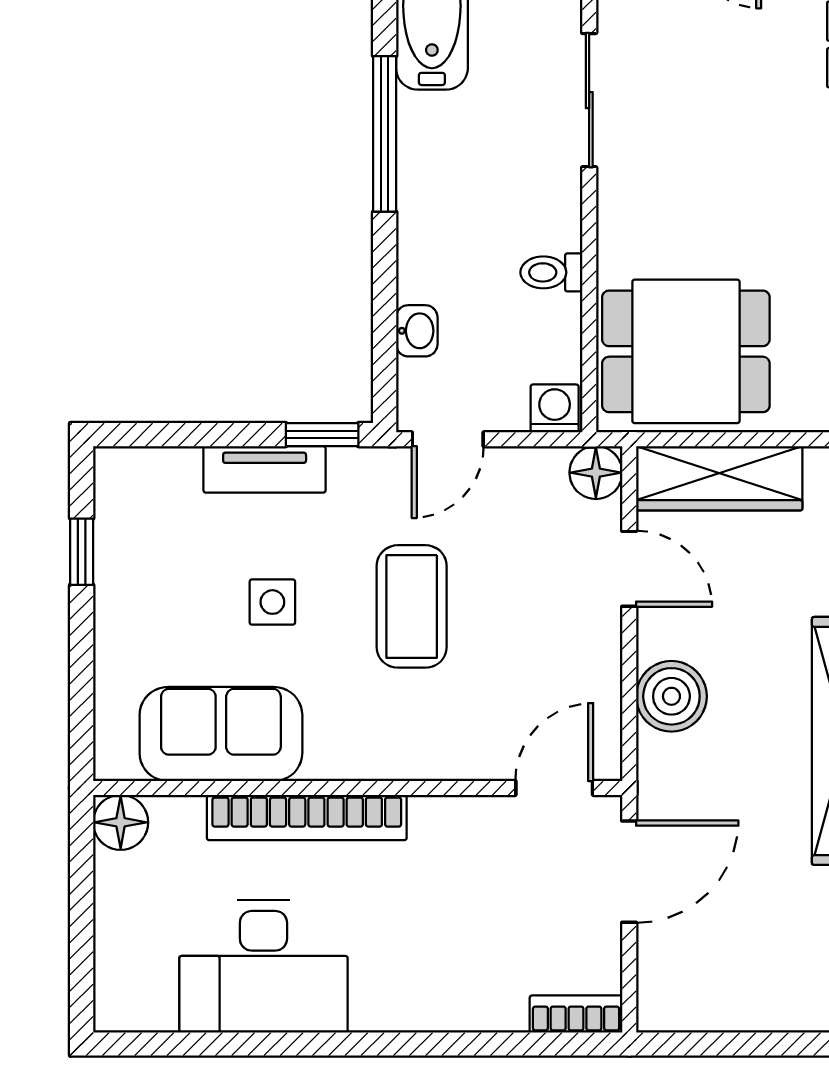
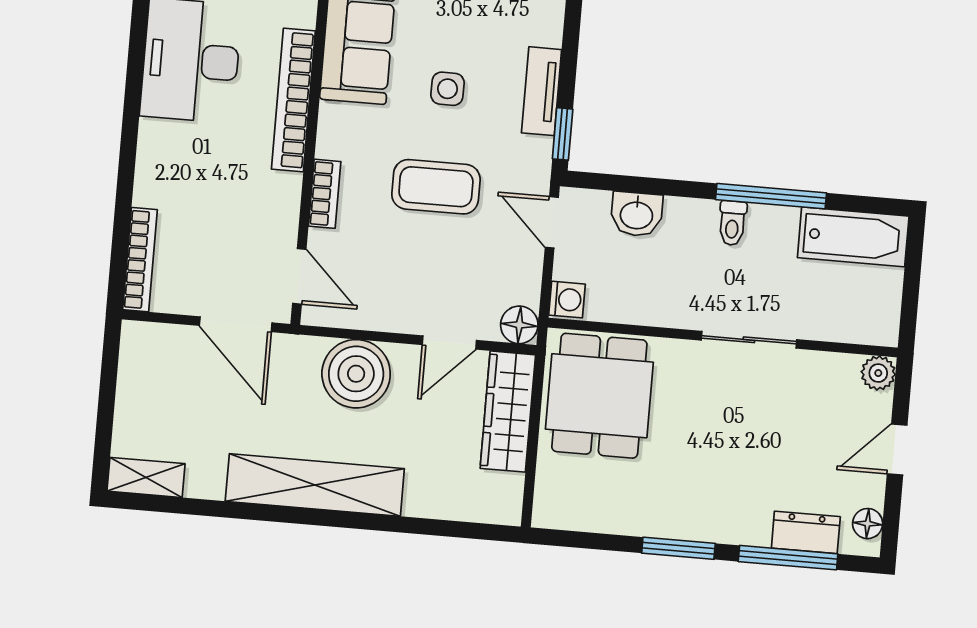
sliding door: (589, 100) -> (749, 340), moved
toilet: (551, 272) -> (732, 223), moved, turned 180
washbasin: (417, 331) -> (637, 214), width x1.38, depth x1.45
boiler: (671, 696) -> (356, 374), width x1.37, depth x1.37
bookcase: (435, 762) -> (325, 194), added
bookcase: (576, 1014) -> (140, 260), width x1.56

